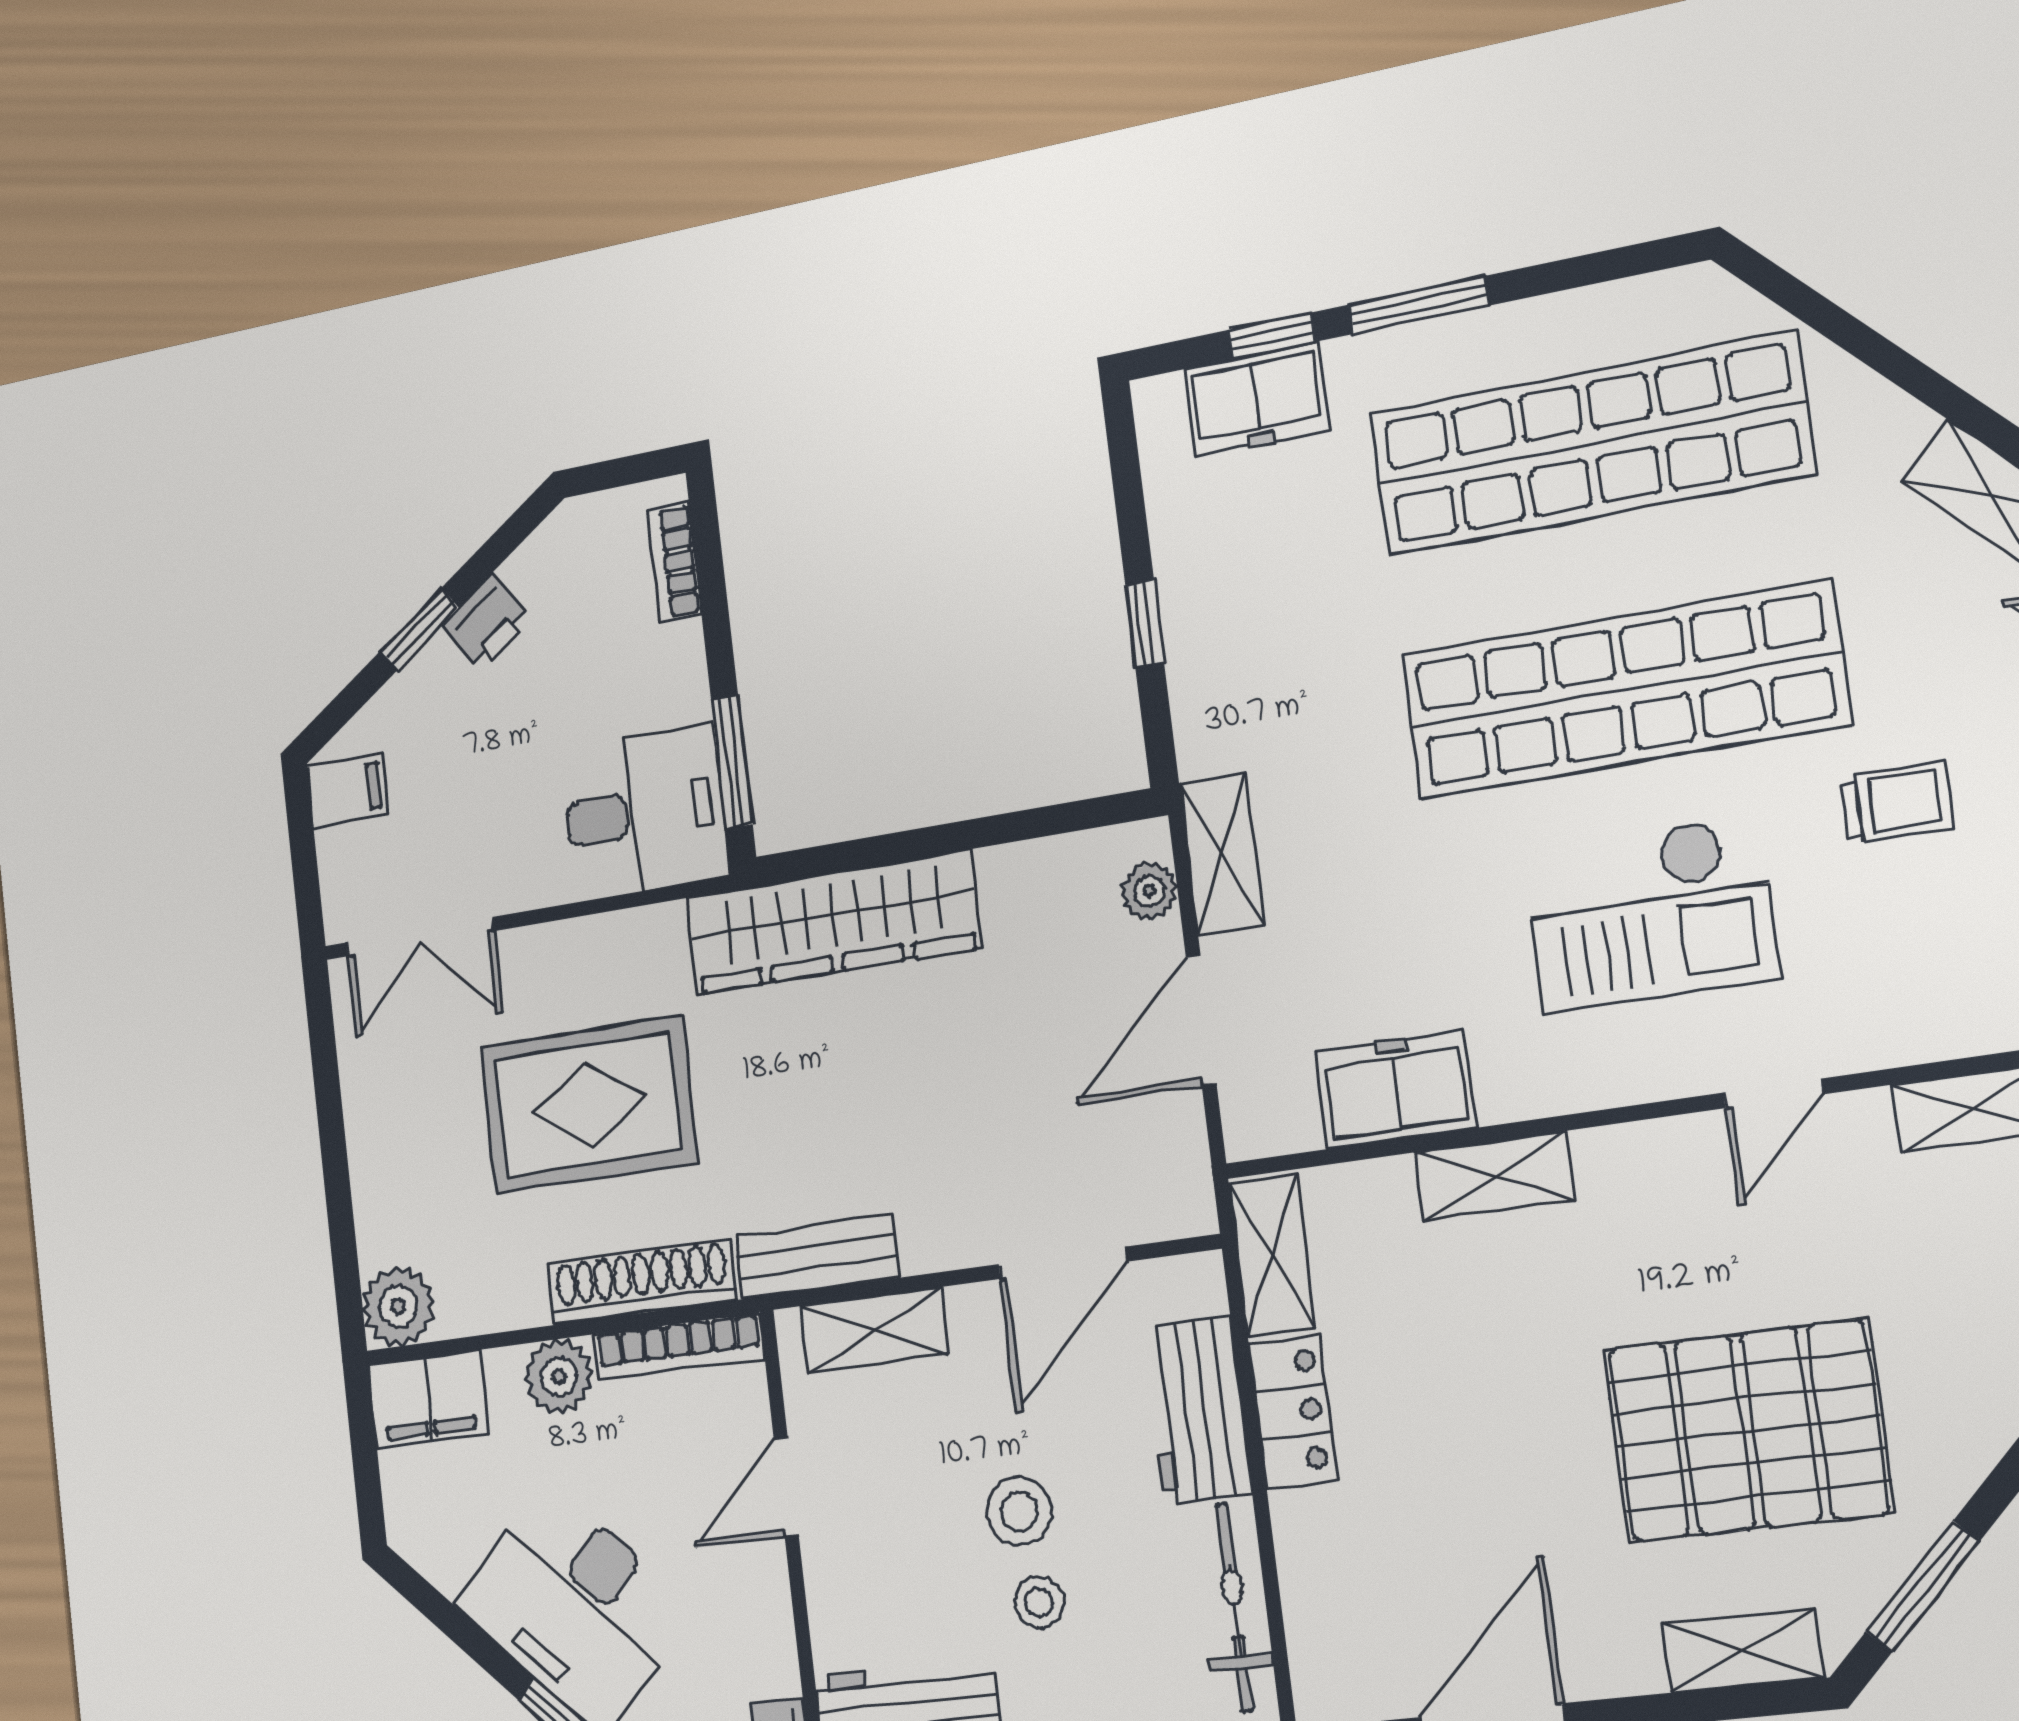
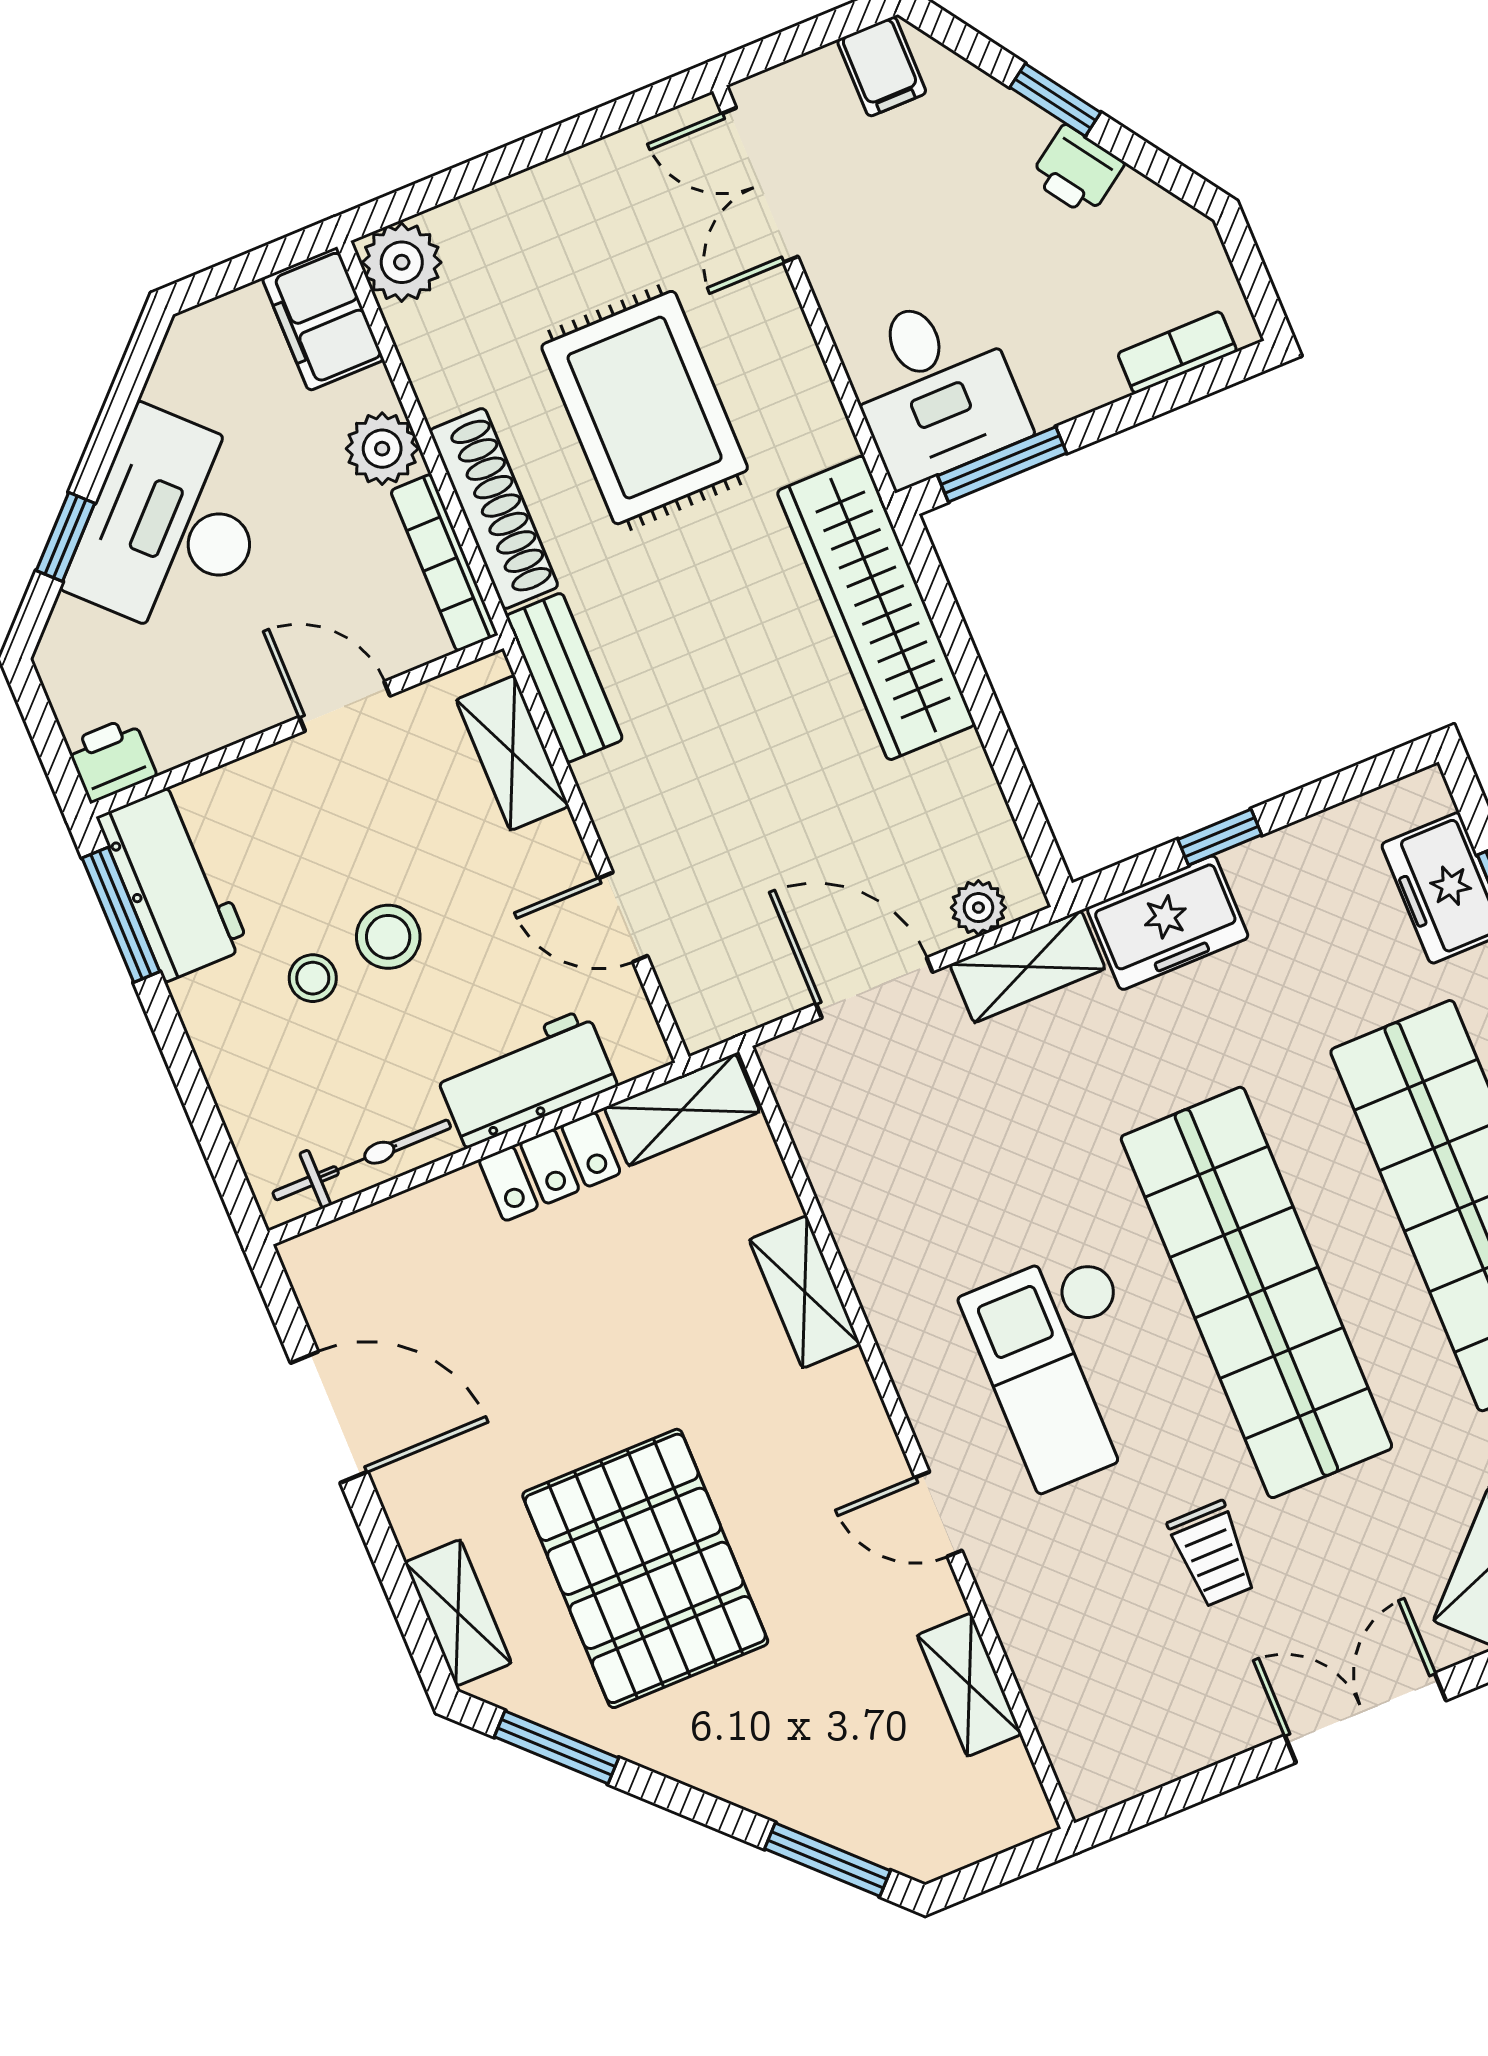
freezer: (1396, 1089) -> (1168, 923), moved, turned 90
door: (1063, 1263) -> (623, 917), width x0.73

